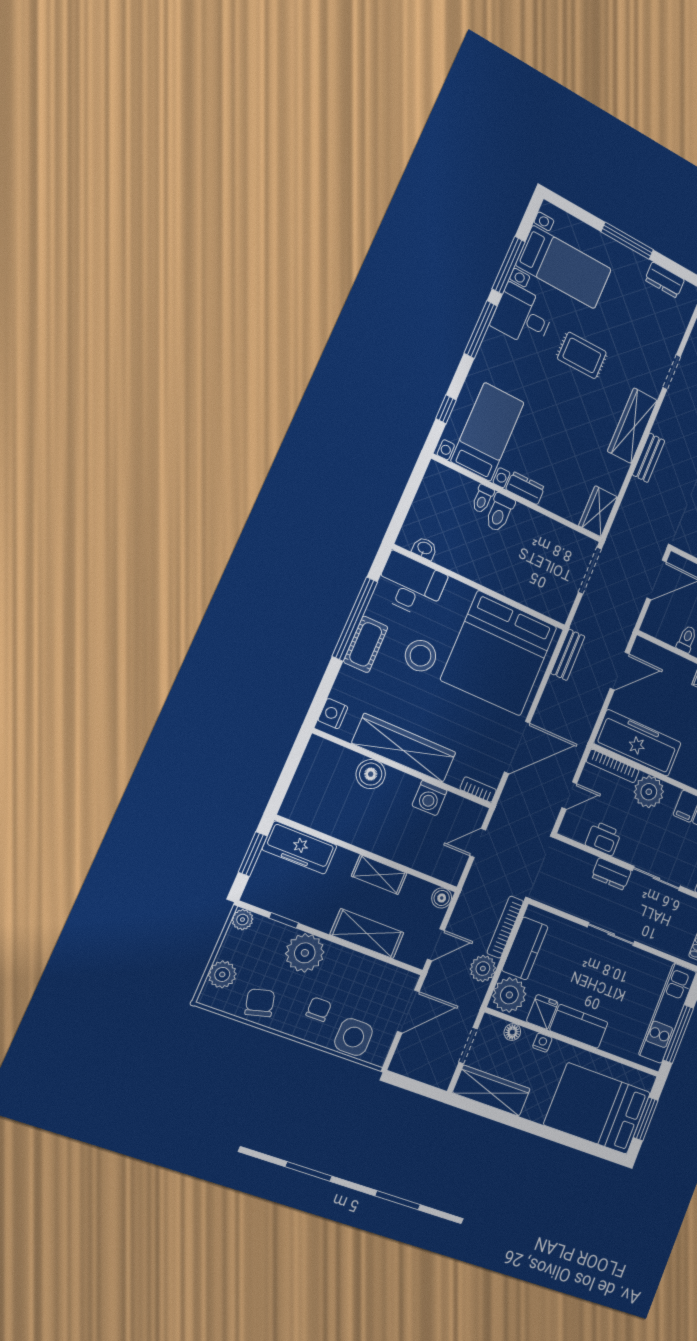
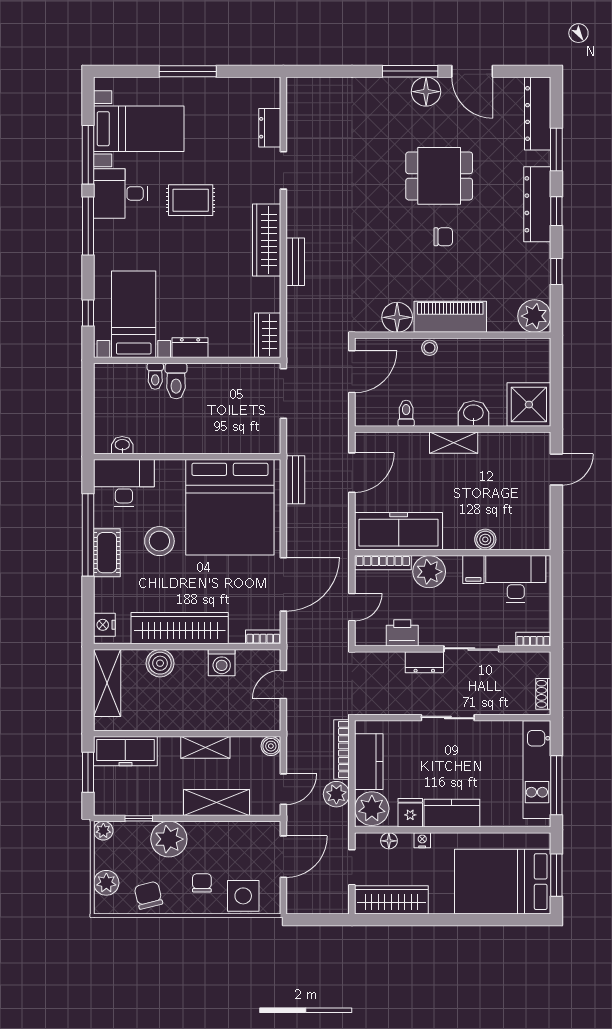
dresser: (665, 280) -> (270, 128), moved, turned 90
shelving: (311, 772) -> (107, 683), added

